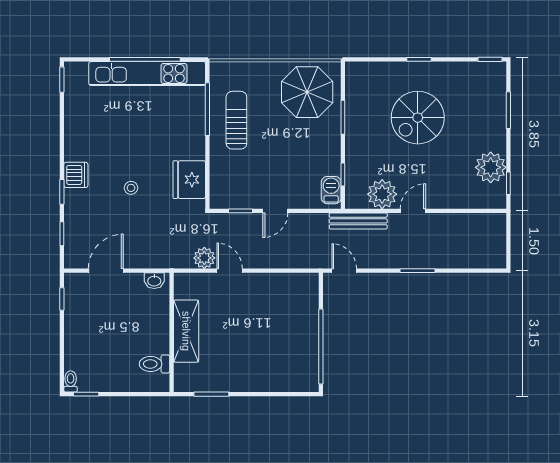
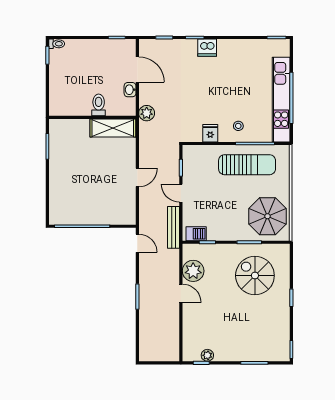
spiral stairs: (418, 118) -> (255, 276), moved
sun lounger: (236, 120) -> (247, 165), width x1.36, depth x1.34
plant: (491, 167) -> (207, 355), width x0.53, depth x0.53
fridge: (189, 180) -> (210, 133), width x0.53, depth x0.75
stool: (131, 188) -> (238, 126), moved
bench: (358, 221) -> (174, 227), moved
plant: (204, 258) -> (147, 113), moved
door: (230, 271) -> (137, 177), moved
door: (344, 271) -> (137, 243), hinge flipped
washbasin: (154, 281) -> (130, 90), moved
shelving: (186, 331) -> (113, 128), moved
toilet: (154, 364) -> (99, 105), moved

